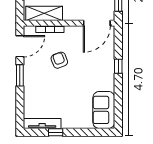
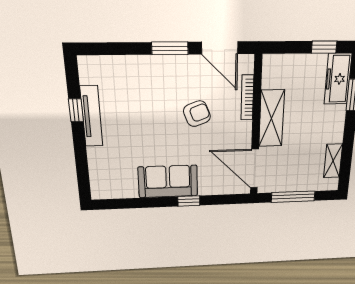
shelving: (44, 13) -> (271, 118), moved
sofa: (104, 110) -> (168, 181), moved
tv unit: (42, 124) -> (91, 116), moved

